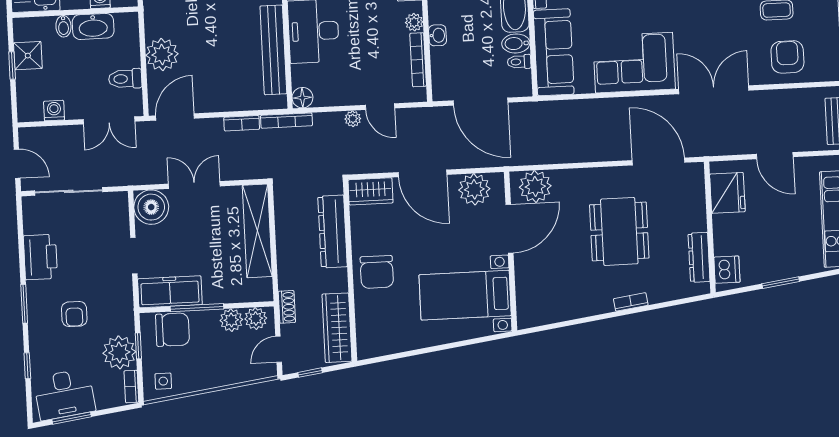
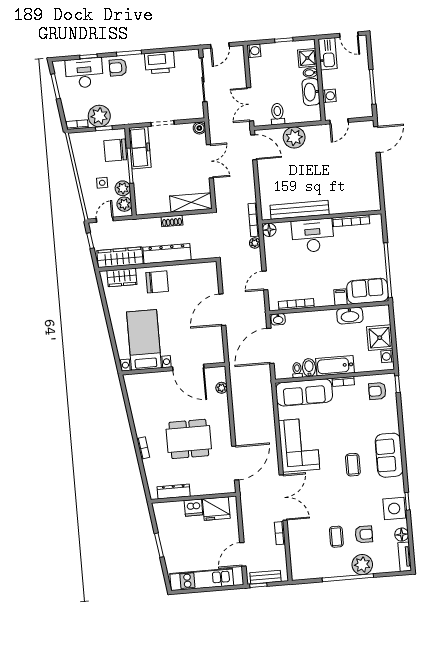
plant: (414, 22) -> (321, 301), removed
washbasin: (438, 35) -> (278, 319), moved
shower: (28, 56) -> (307, 58), moved
armchair: (787, 57) -> (306, 545), removed
washing machine: (54, 111) -> (254, 51), moved
plant: (353, 119) -> (255, 243), moved
bookcase: (242, 123) -> (280, 533), moved
door: (775, 156) -> (243, 554), moved
plant: (535, 187) -> (222, 388), width x0.53, depth x0.53
plant: (474, 189) -> (213, 344), removed
wardrobe: (371, 191) -> (122, 277), moved, turned -90
boiler: (151, 207) -> (199, 128), width x0.54, depth x0.54
shelving: (257, 231) -> (191, 202), width x0.68
dresser: (333, 231) -> (167, 254), moved
dishwasher: (727, 270) -> (193, 508), moved
chair: (377, 272) -> (157, 282), turned 180
shoe rack: (287, 307) -> (172, 221), moved
armchair: (74, 314) -> (118, 67), moved
chair: (172, 330) -> (115, 150), turned 90
door: (279, 349) -> (105, 220), hinge flipped
side table: (163, 381) -> (102, 183), moved
desk: (64, 394) -> (84, 73), moved, turned 98

